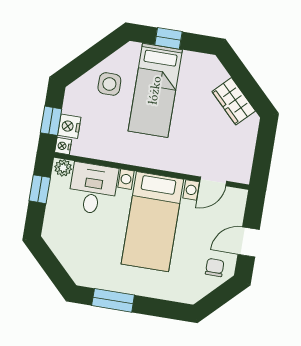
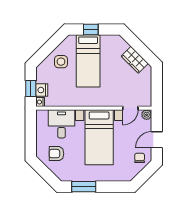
plant: (63, 168) -> (147, 115), moved
window: (40, 189) -> (31, 129), removed
armchair: (76, 237) -> (56, 154), added

